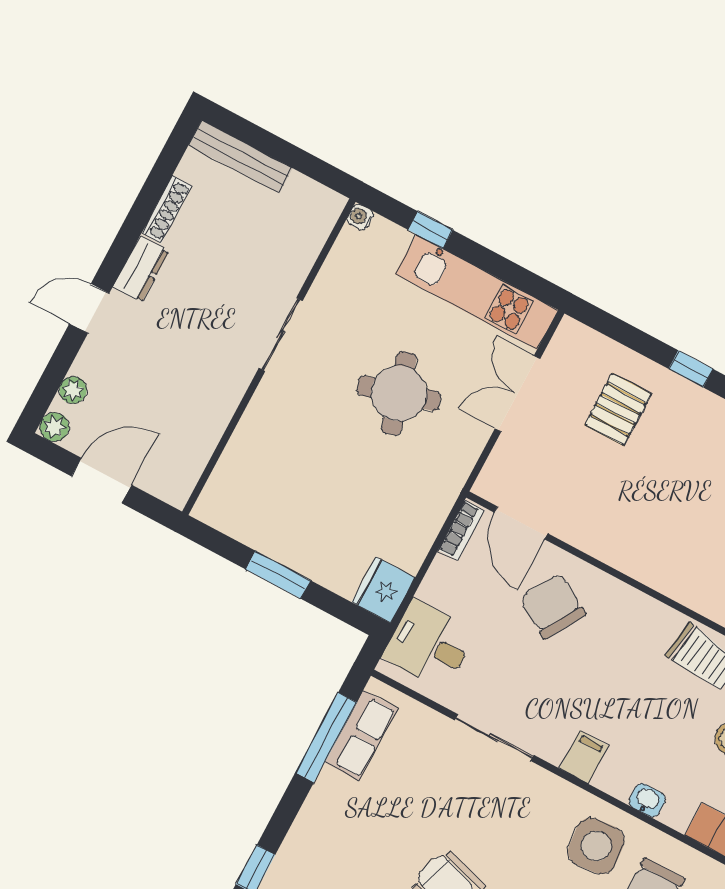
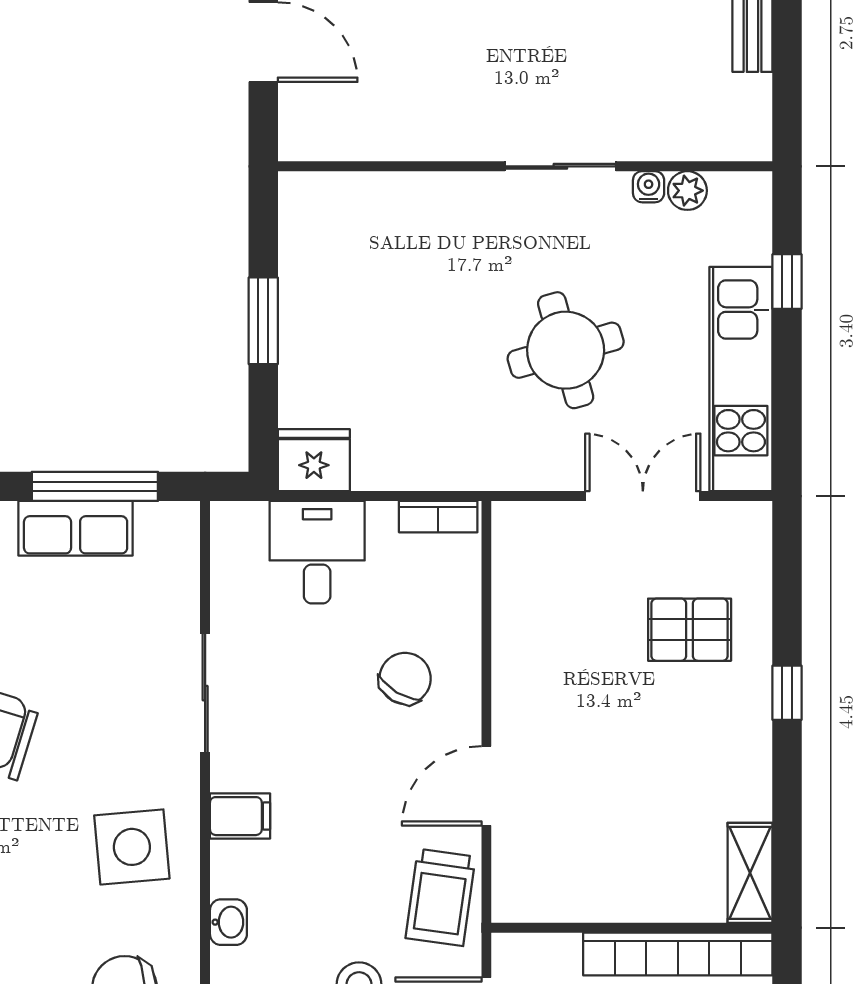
water cooler: (360, 217) -> (649, 187), moved
plant: (339, 262) -> (687, 191), added
door: (521, 523) -> (486, 786), moved
chair: (553, 606) -> (405, 678), width x0.73, depth x0.73
desk: (429, 644) -> (317, 552), moved
row of seats: (361, 735) -> (76, 528), moved
side table: (596, 846) -> (132, 847), moved

